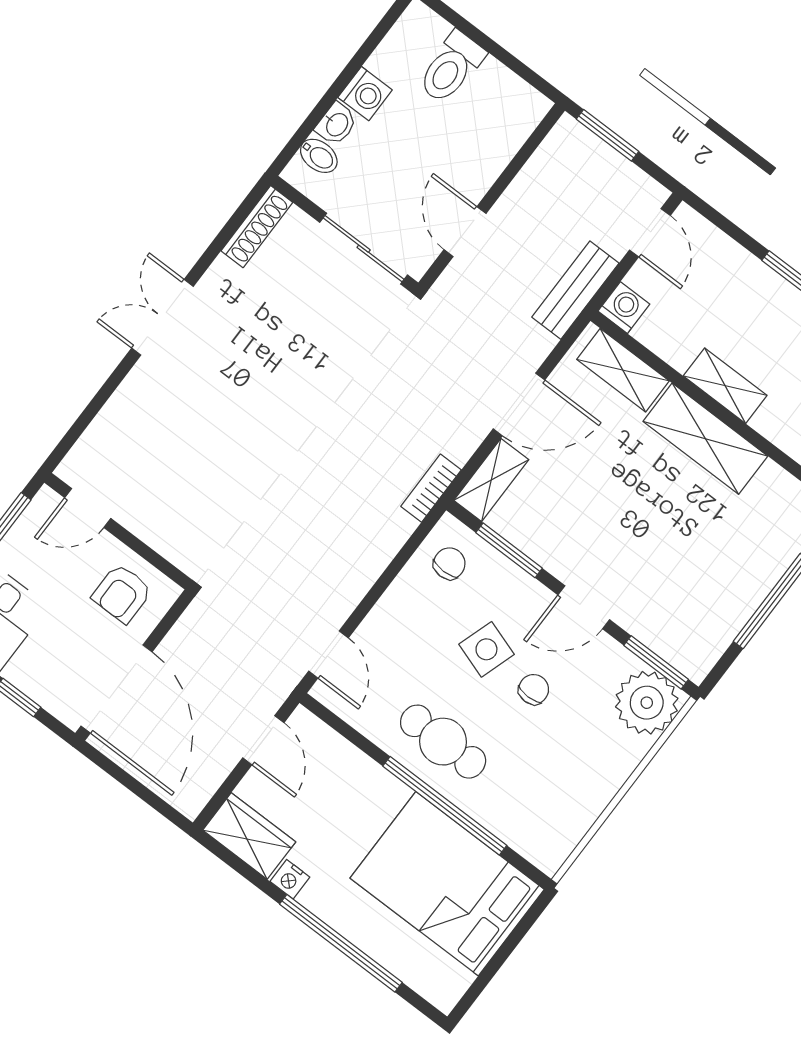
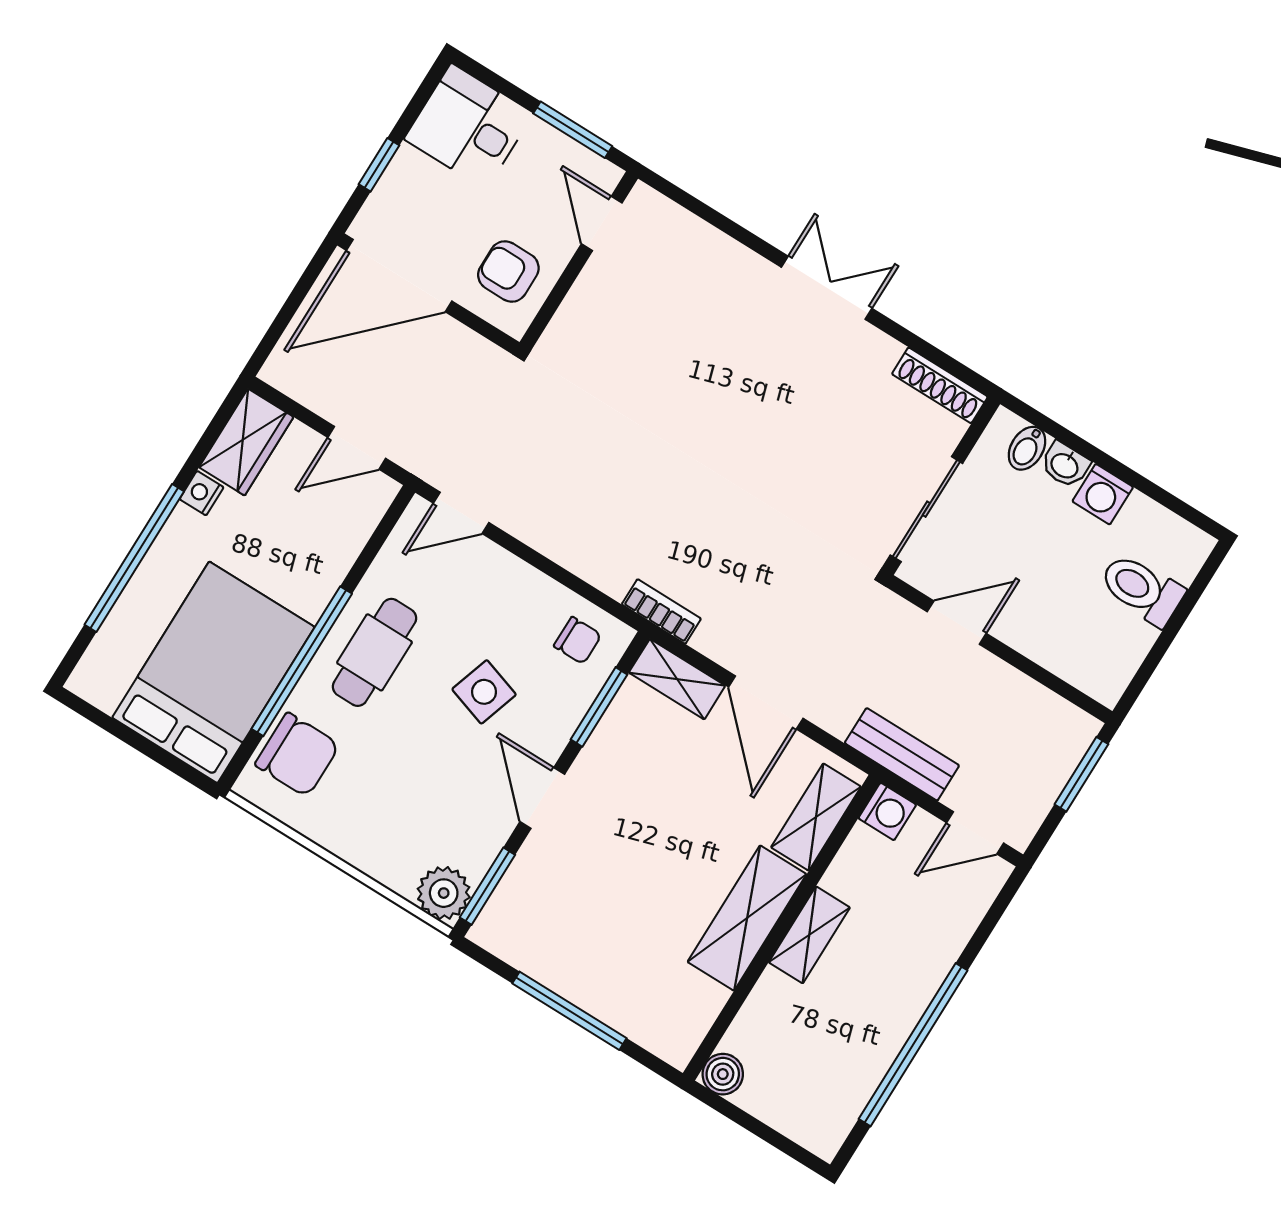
chair: (534, 689) -> (297, 755), moved, width x1.87, depth x1.87
plant: (647, 703) -> (444, 893), width x0.73, depth x0.73

